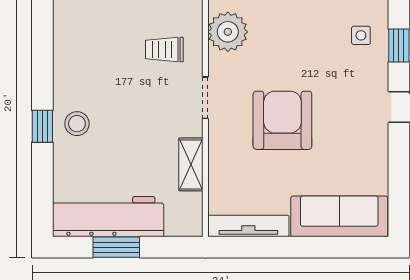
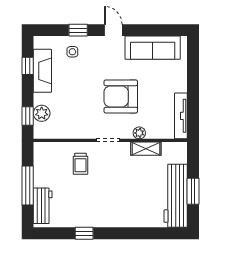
plant: (228, 32) -> (139, 133), moved, width x0.53, depth x0.53
stool: (77, 124) -> (123, 214), removed
window: (42, 126) -> (84, 233), moved
sofa: (339, 216) -> (153, 48), moved, turned -90

